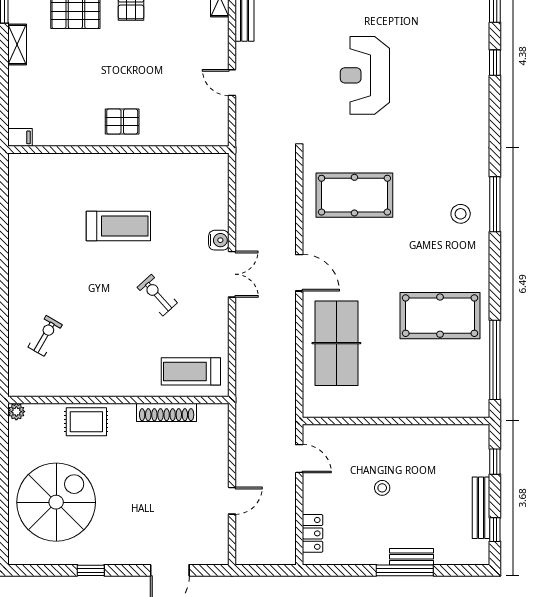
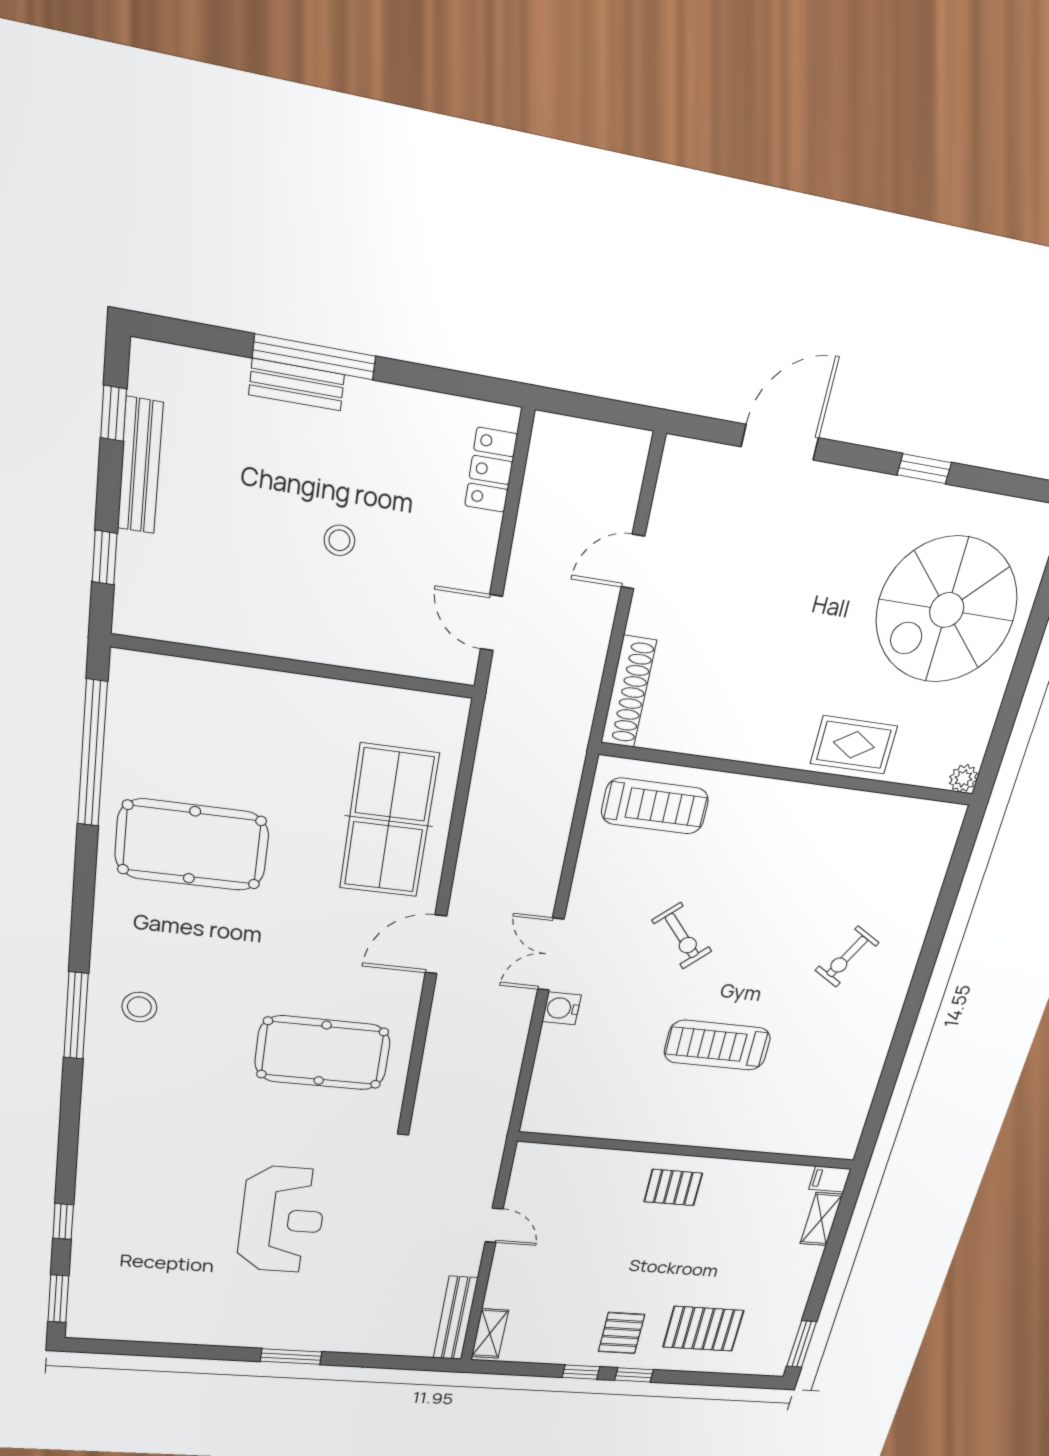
shelving: (17, 45) -> (821, 1219), moved
door: (299, 273) -> (436, 944), hinge flipped
exercise bike: (45, 336) -> (847, 957), moved
shoe rack: (167, 412) -> (628, 692), moved, turned 90

